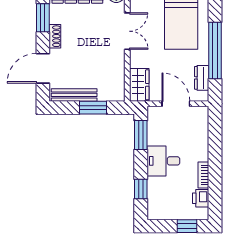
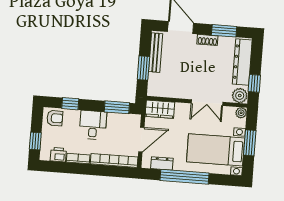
bookcase: (202, 133) -> (114, 160), added
armchair: (159, 206) -> (55, 118), added

